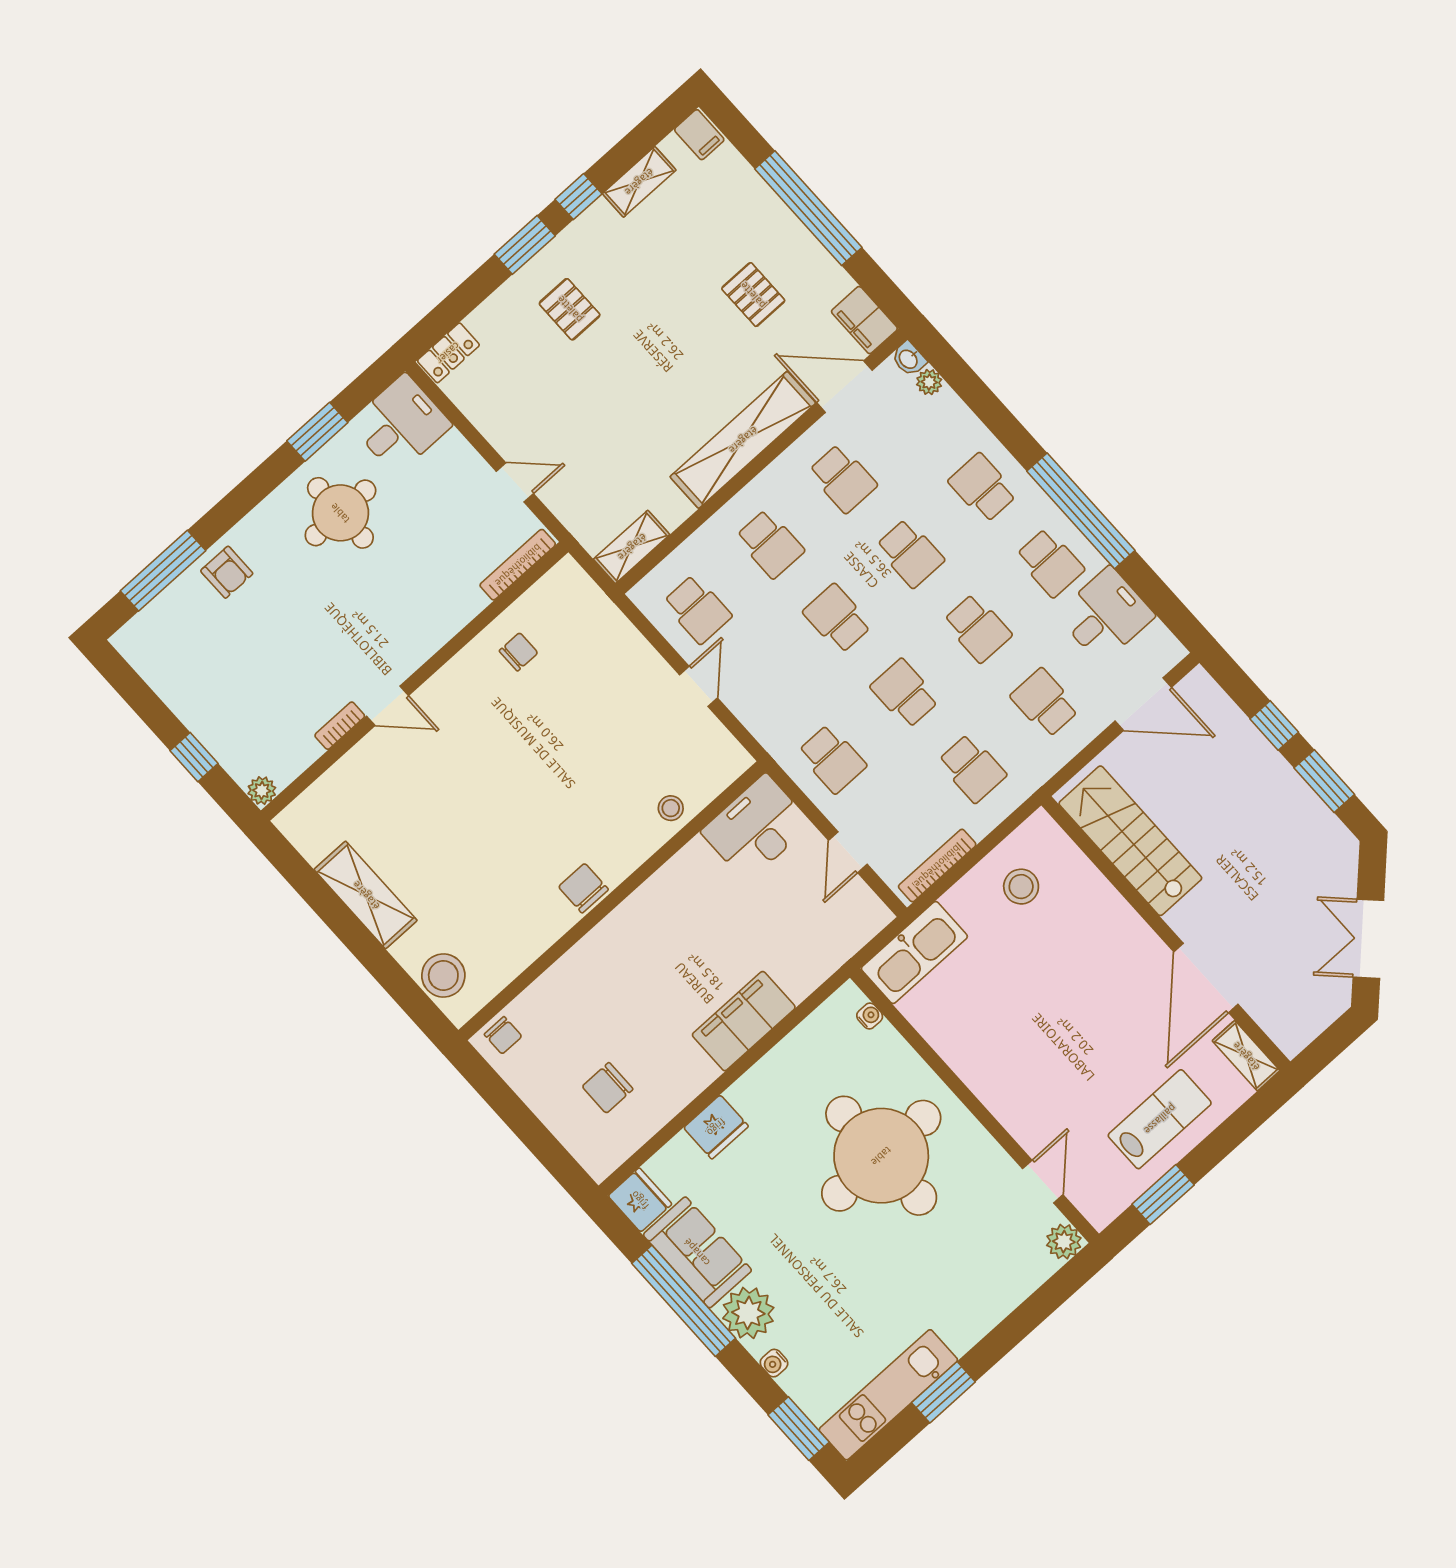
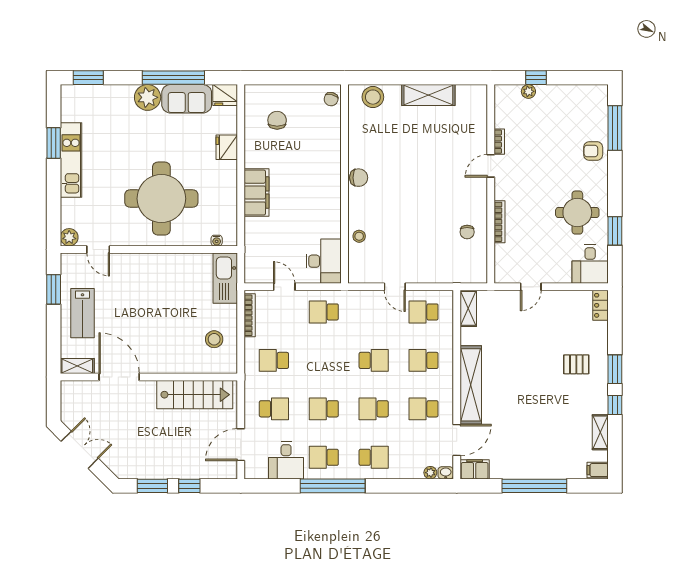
pallet: (753, 295) -> (521, 437), removed
bookcase: (518, 565) -> (500, 222), moved
school desk: (905, 693) -> (324, 360), removed
plant: (262, 791) -> (528, 91), moved
chair: (503, 1035) -> (331, 99), turned -75
water cooler: (774, 1363) -> (121, 90), removed
kitchen unit: (888, 1395) -> (71, 160), moved

